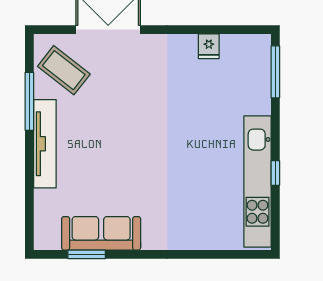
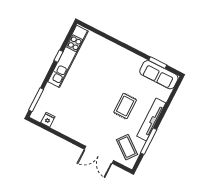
fridge: (209, 46) -> (48, 120), moved
rug: (106, 144) -> (125, 106), added
sofa: (101, 233) -> (159, 75), moved

